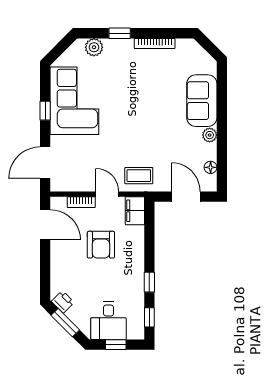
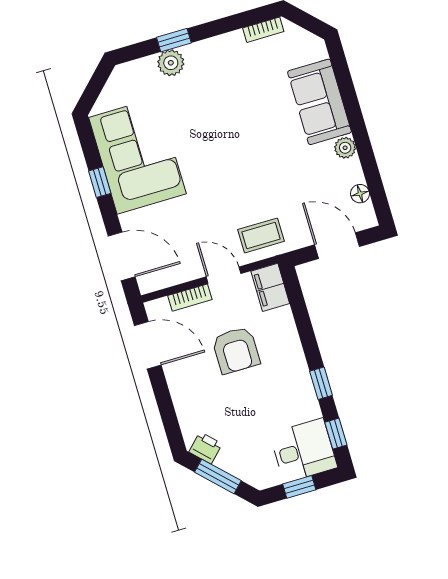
bookcase: (155, 44) -> (263, 30), moved, width x0.64
plant: (94, 47) -> (171, 63), moved
door: (45, 163) -> (122, 256), swing flipped
desk: (108, 321) -> (304, 450), moved, turned -90

